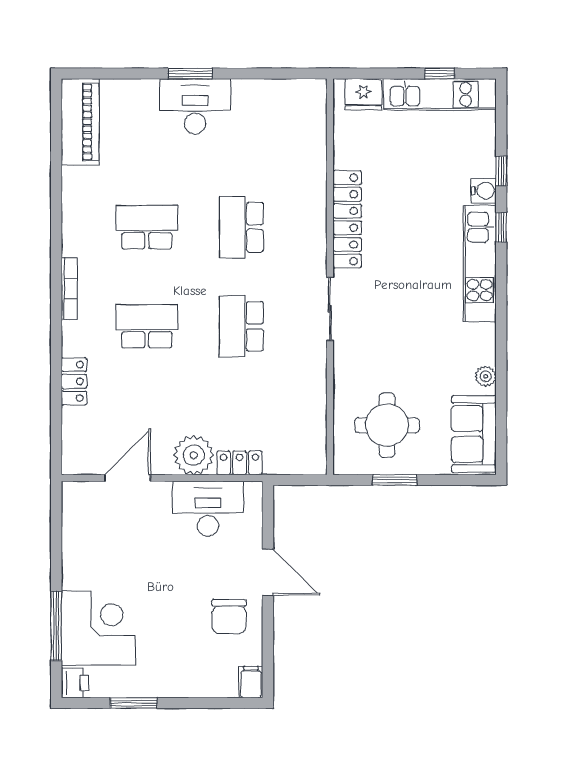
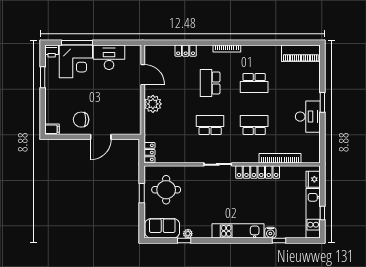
desk: (195, 106) -> (308, 117), moved
bookcase: (316, 169) -> (280, 158), added
school desk: (147, 227) -> (254, 83), turned 90
window: (501, 227) -> (184, 240), moved
school desk: (147, 326) -> (210, 83), turned 180
locker: (239, 463) -> (149, 152), moved
desk: (208, 509) -> (109, 57), moved, turned -90

